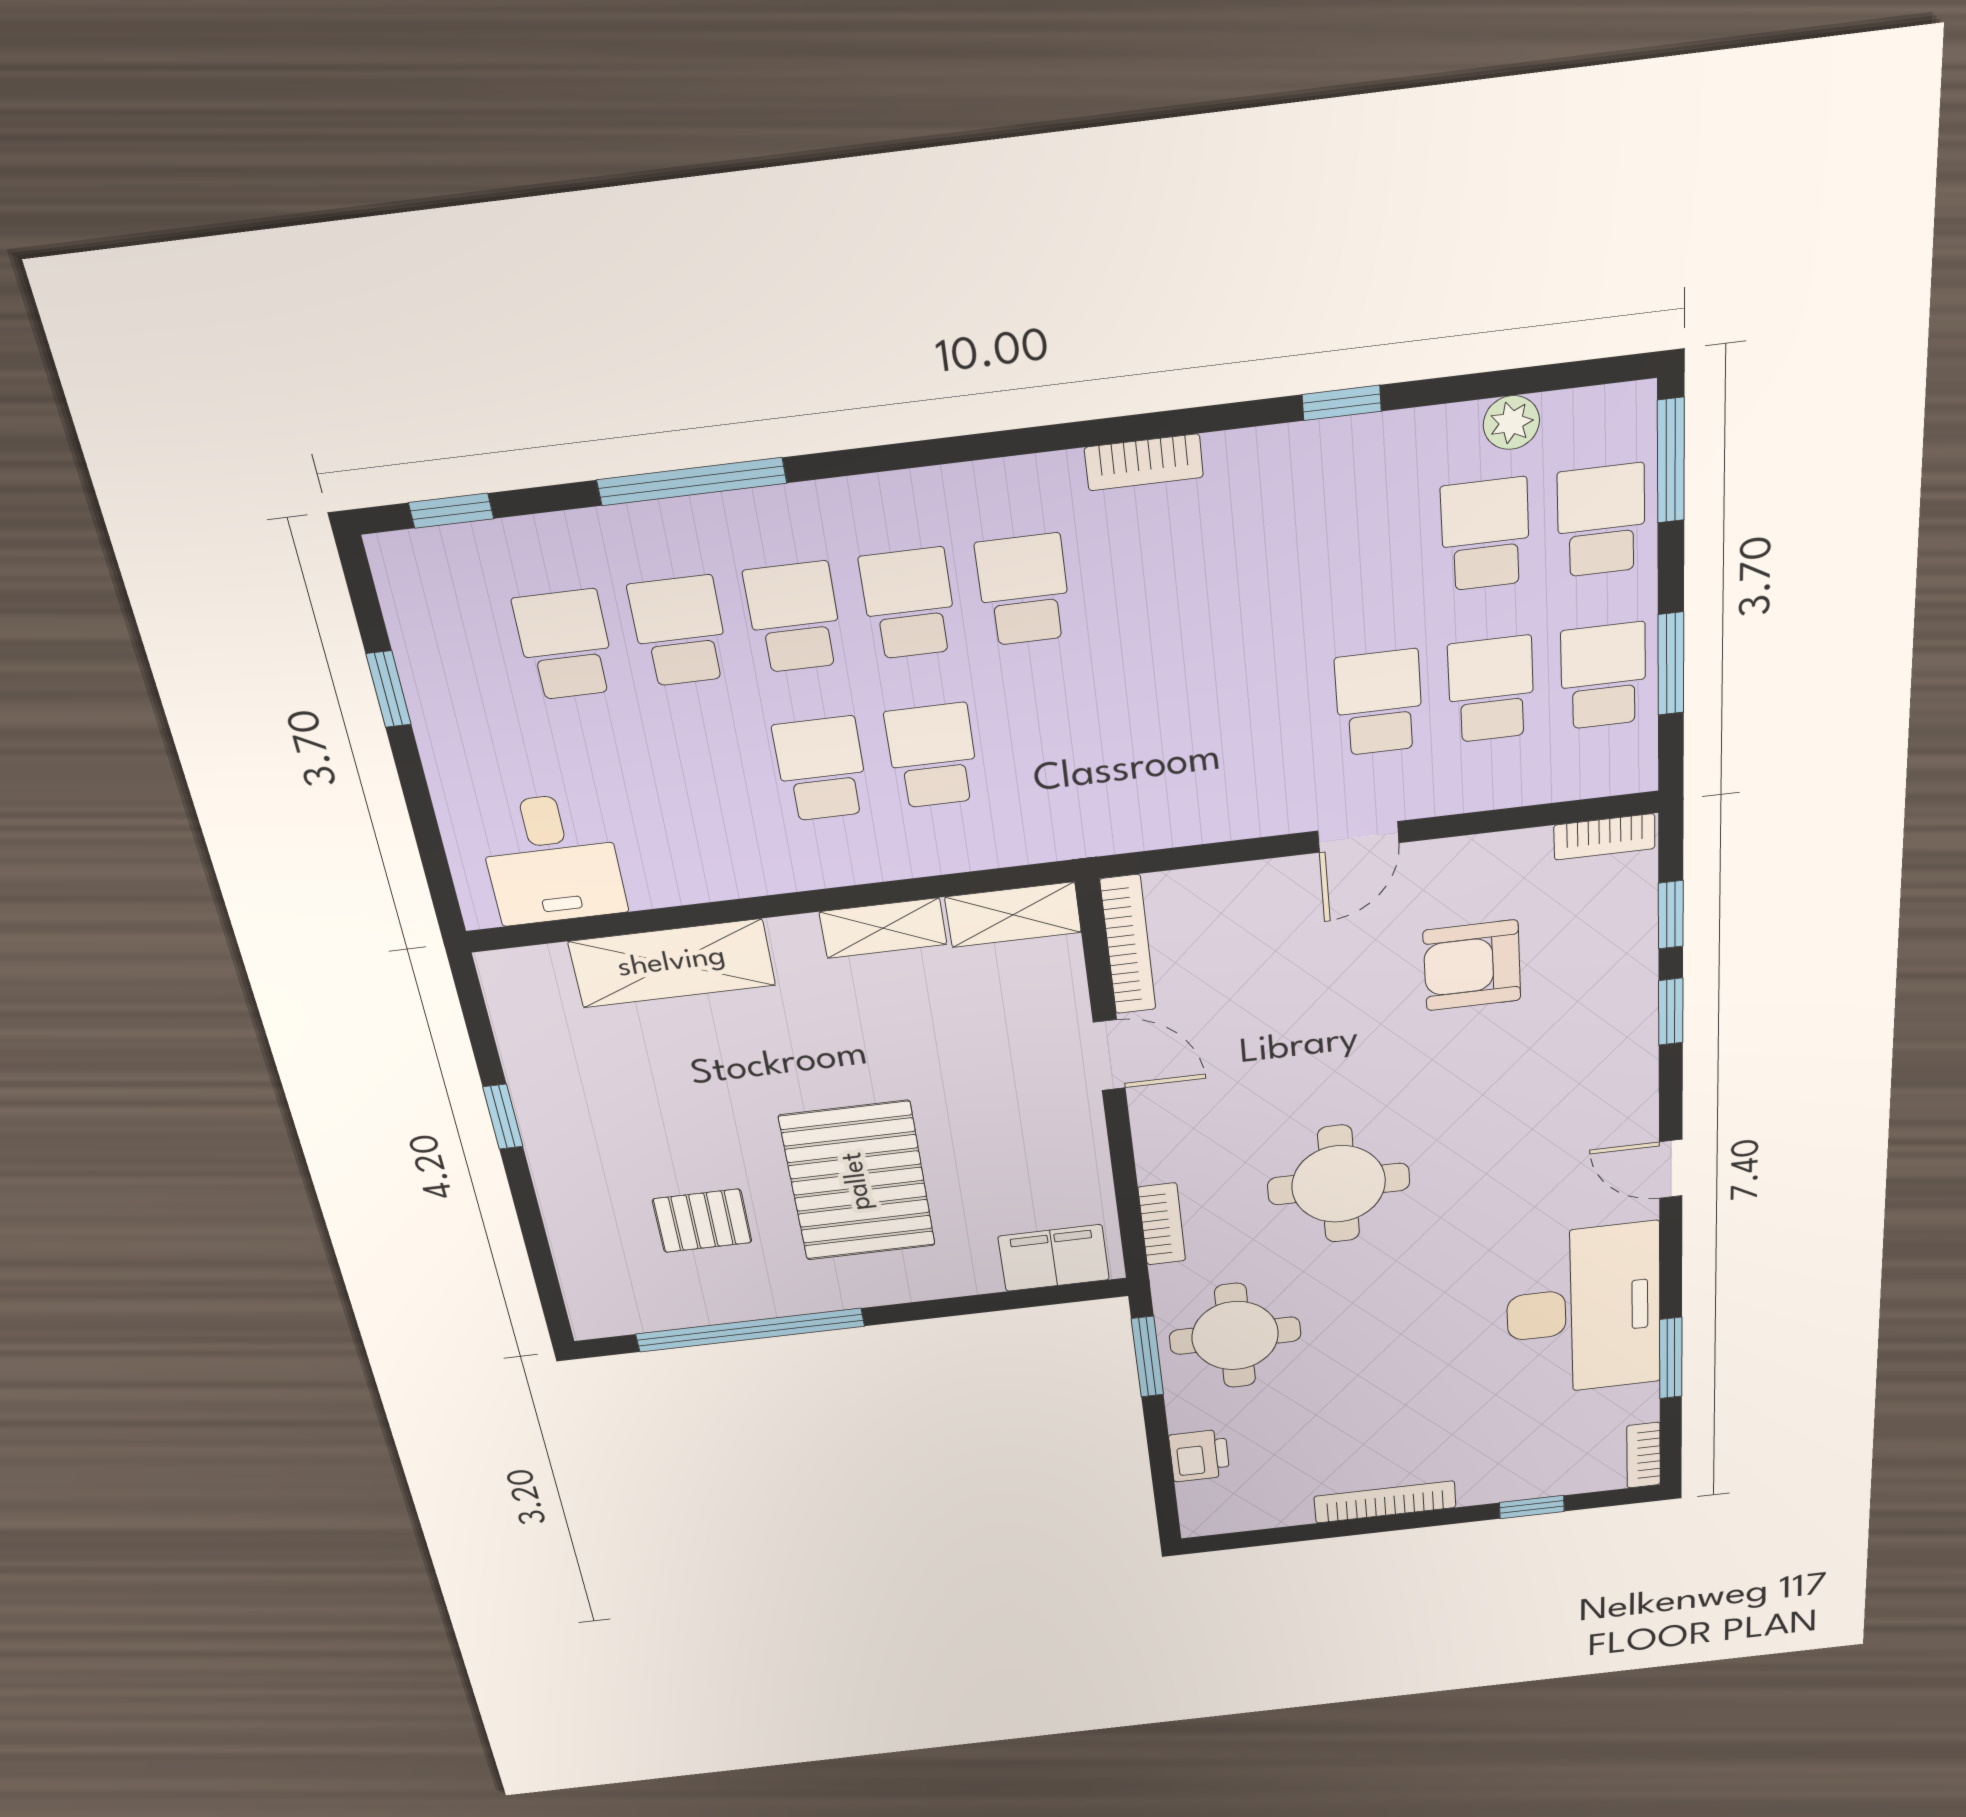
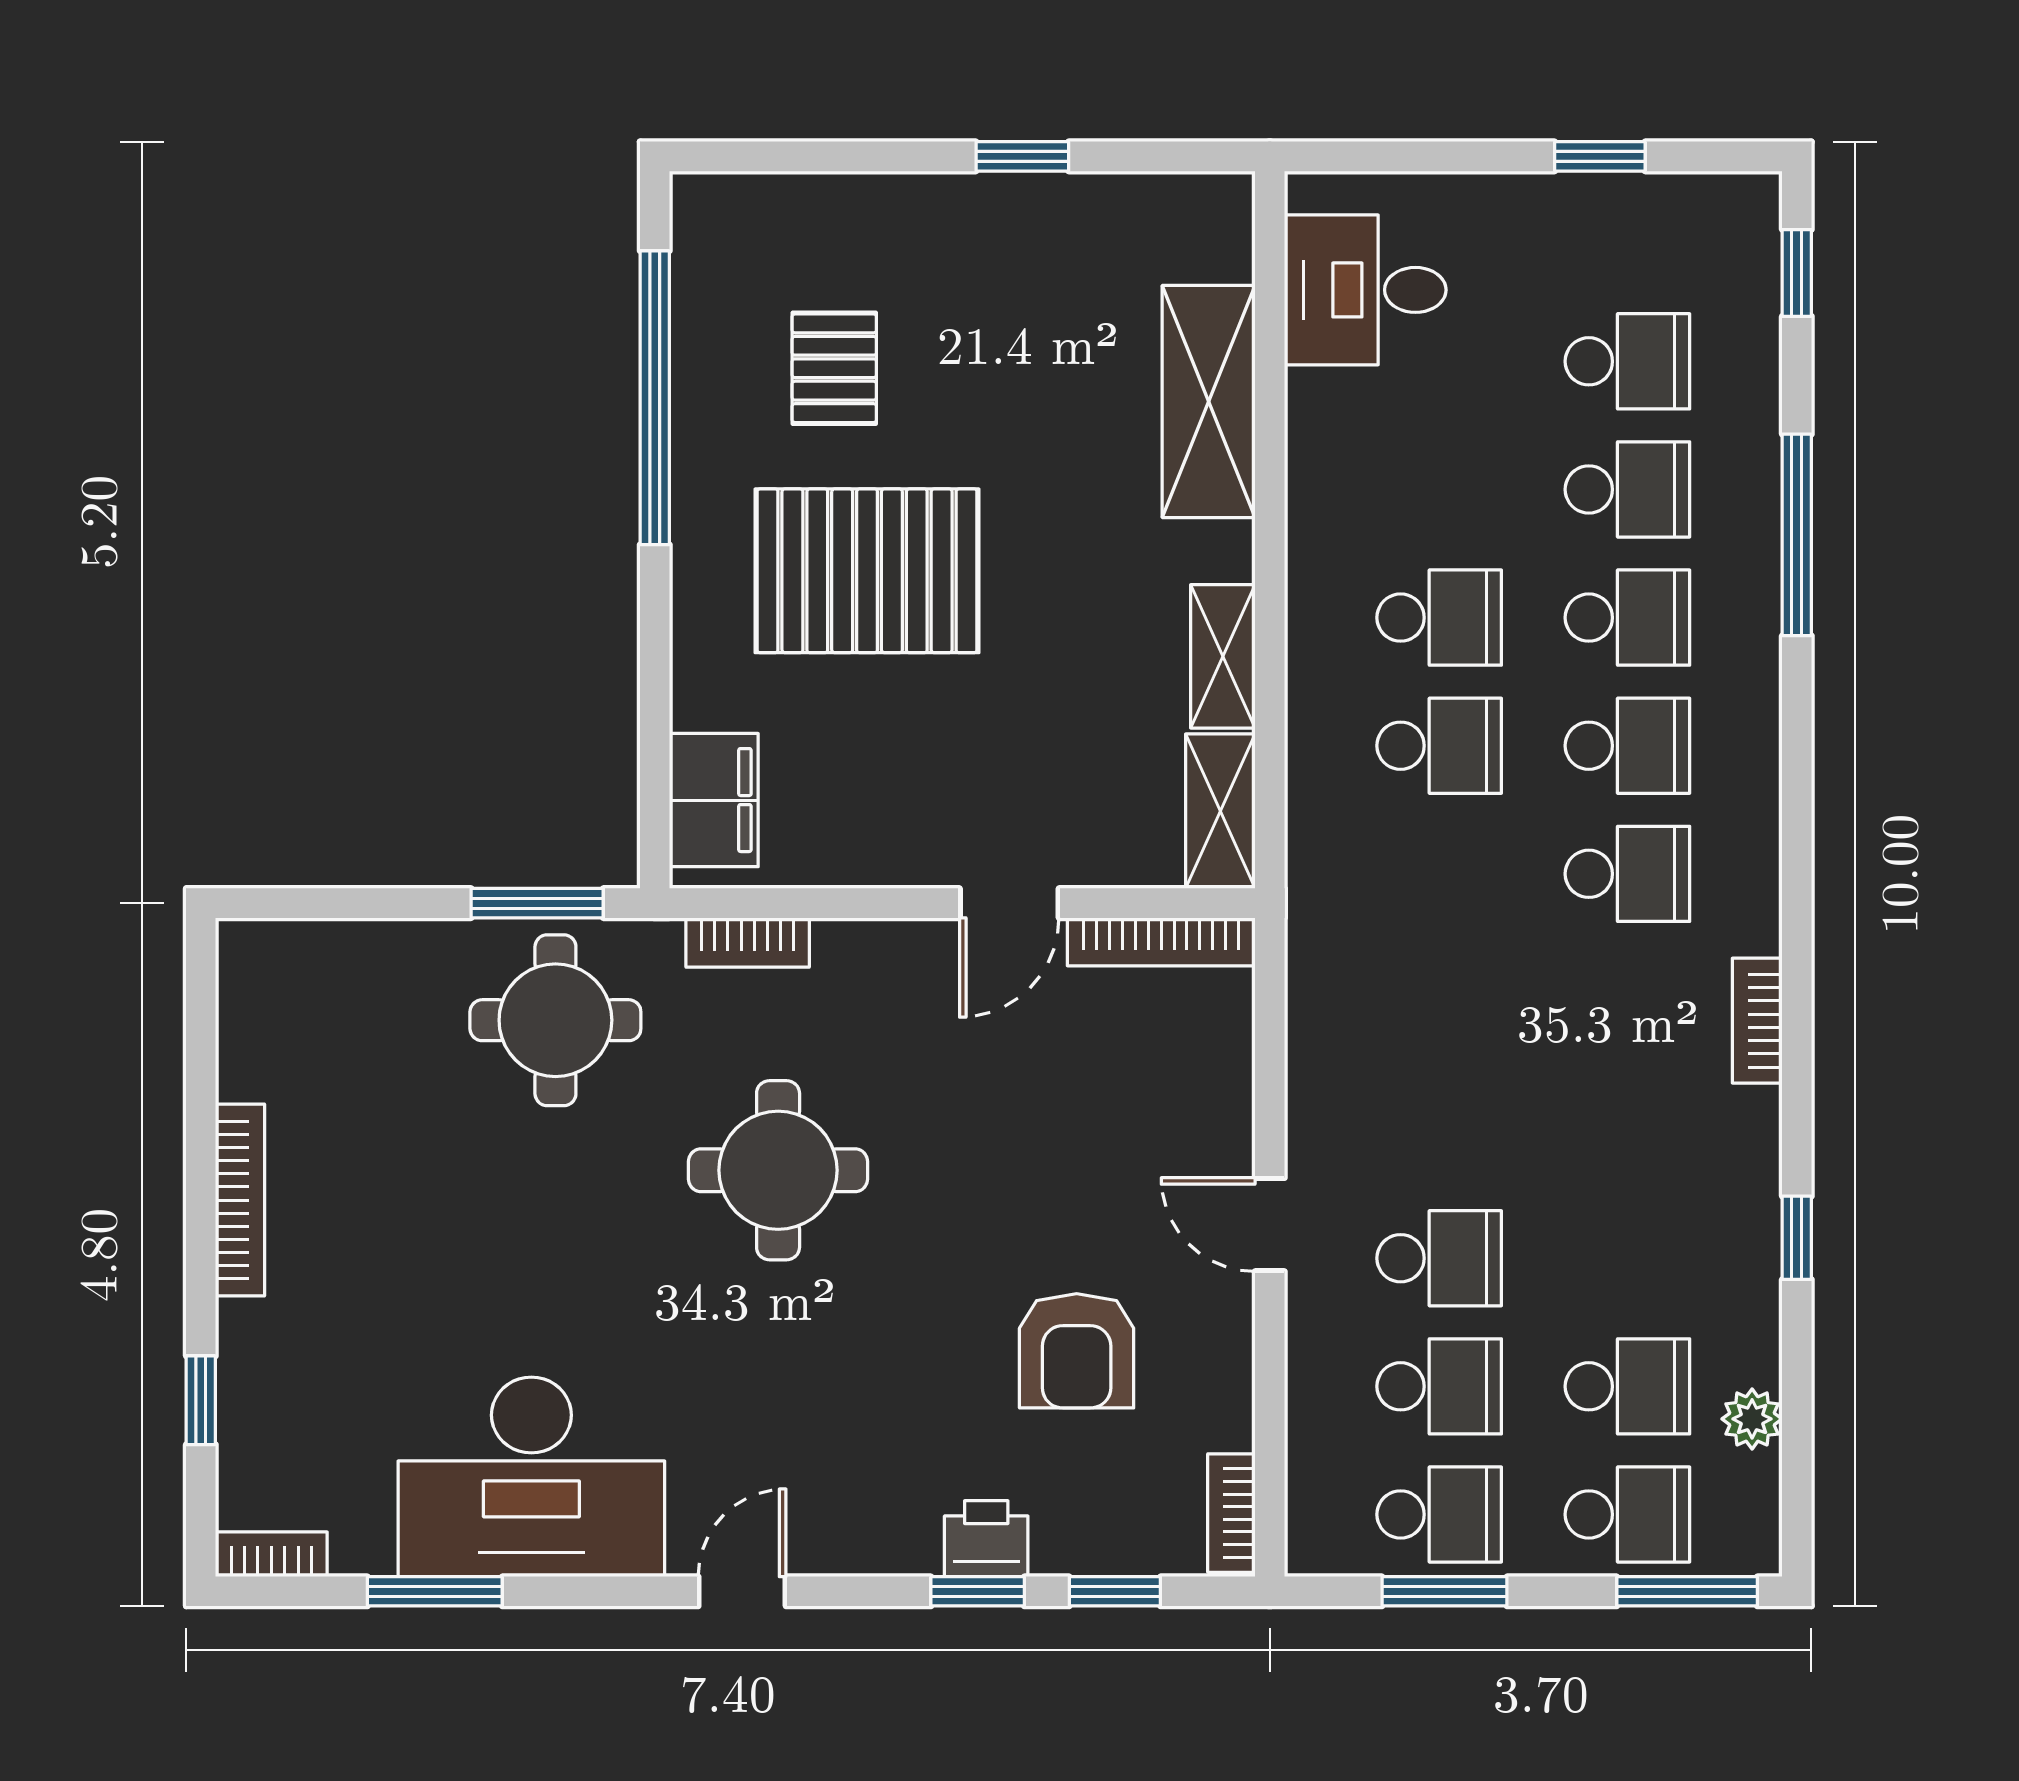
armchair: (1472, 965) -> (1077, 1351), turned 180
printer: (1199, 1456) -> (986, 1539), moved, turned 180

